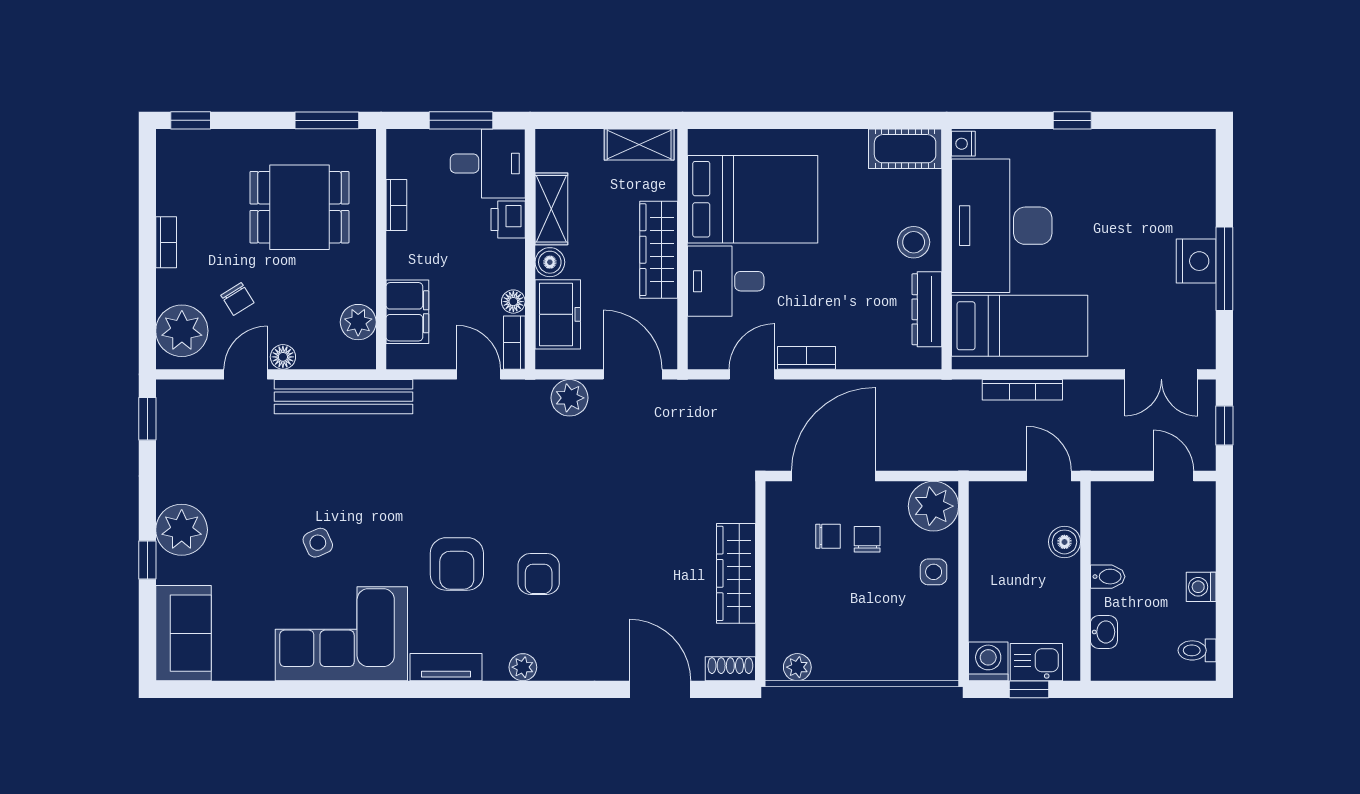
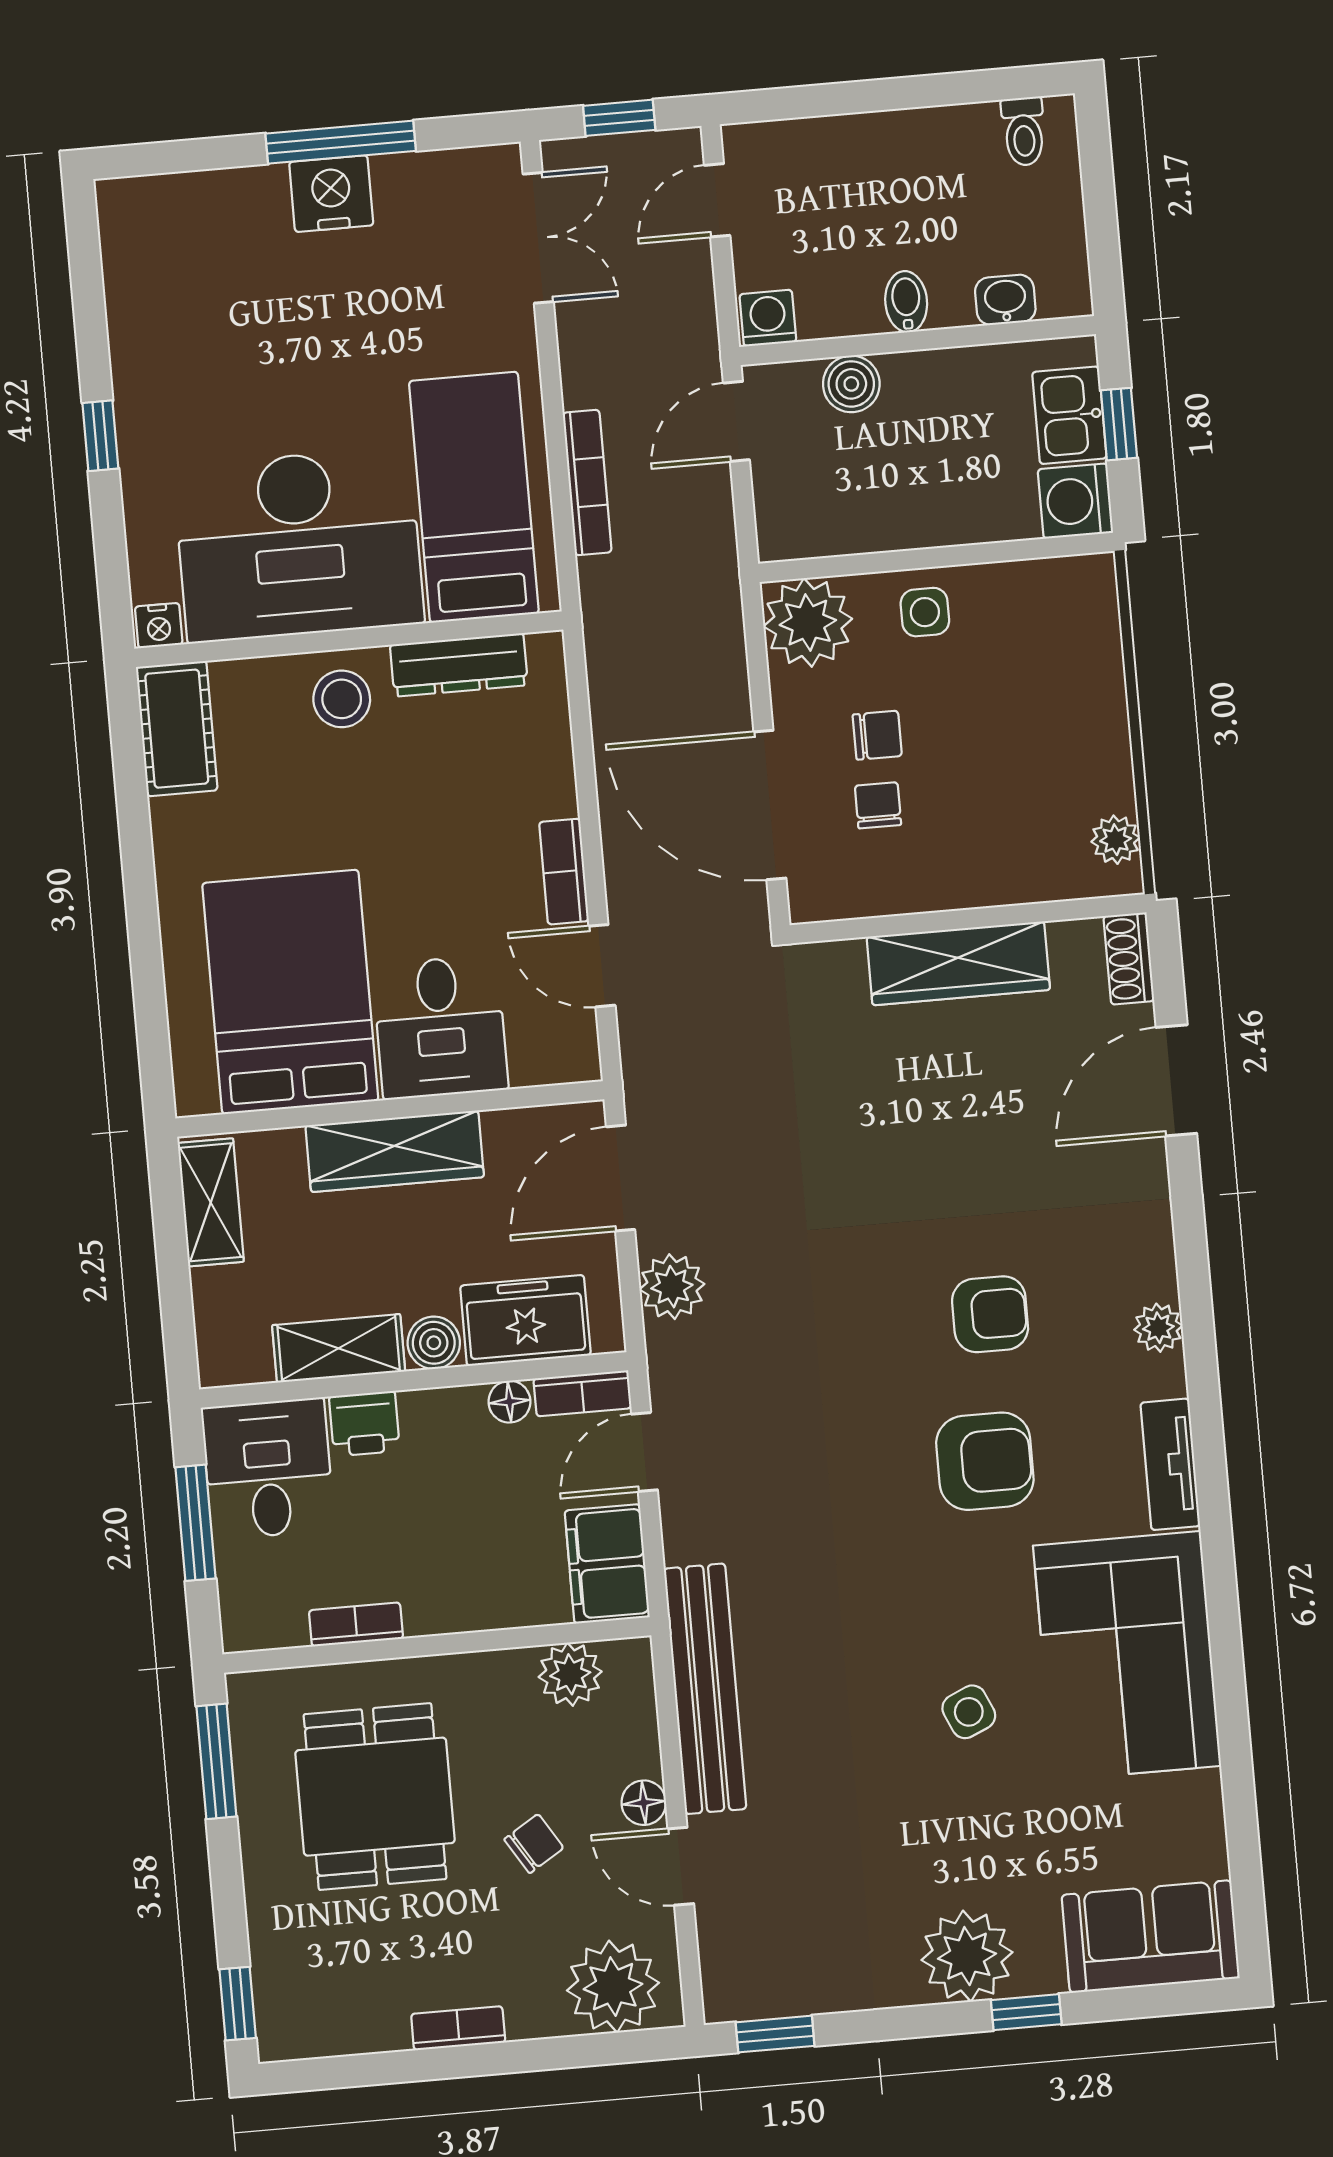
chair: (237, 299) -> (534, 1844), moved
filing cabinet: (407, 312) -> (607, 1564), moved, turned -90
chair: (867, 539) -> (877, 735), turned 180
washing machine: (1201, 587) -> (768, 318), moved, turned 180

